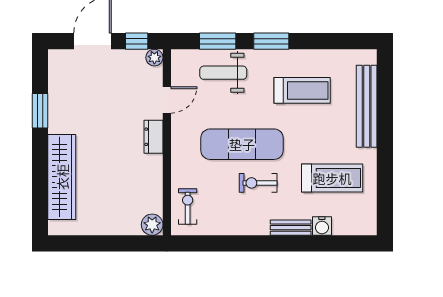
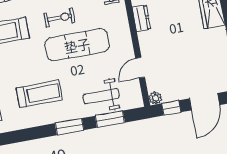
weight bench: (223, 73) -> (101, 96), turned 180
treadmill: (302, 90) -> (39, 94), turned 180
dresser: (154, 137) -> (141, 18), moved

